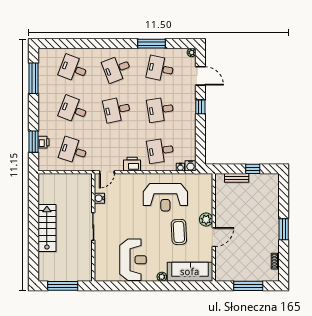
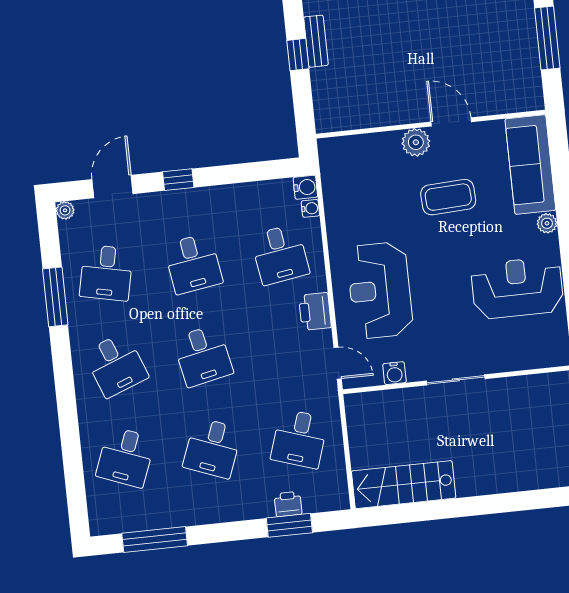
bench: (237, 178) -> (316, 41), moved
reception desk: (165, 197) -> (380, 290), moved, turned 180
stairs: (47, 228) -> (404, 485), moved

